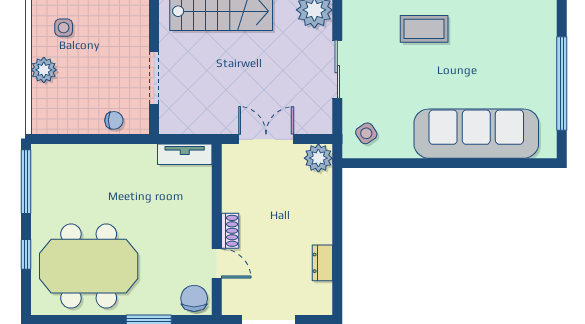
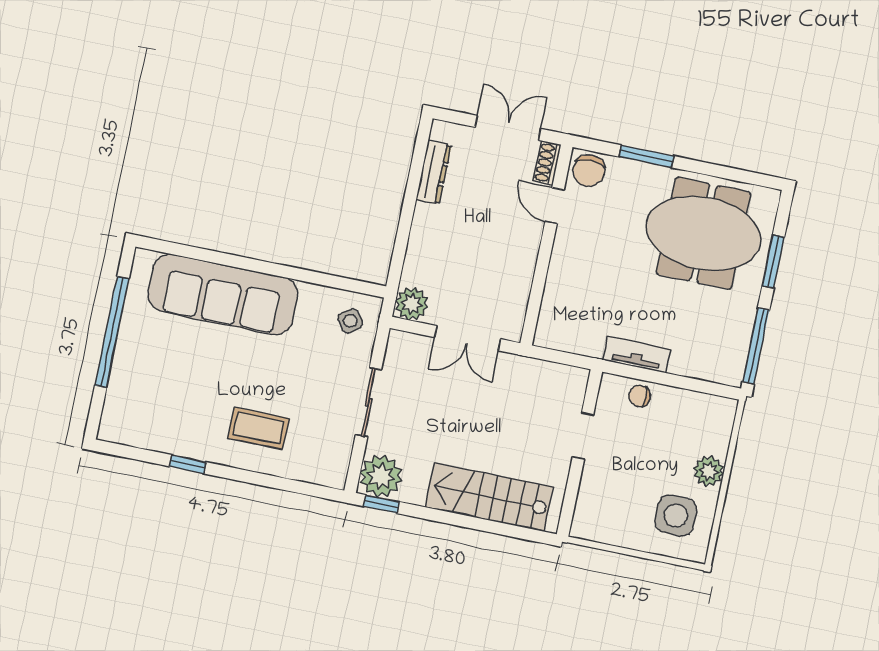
side table: (64, 28) -> (676, 515), width x1.87, depth x1.87
doorway: (154, 78) -> (583, 436), width x0.73
tv unit: (185, 154) -> (637, 355), moved
shoe rack: (230, 231) -> (547, 163), moved
window: (26, 254) -> (773, 262), width x1.50
dresser: (322, 263) -> (434, 172), width x1.44

